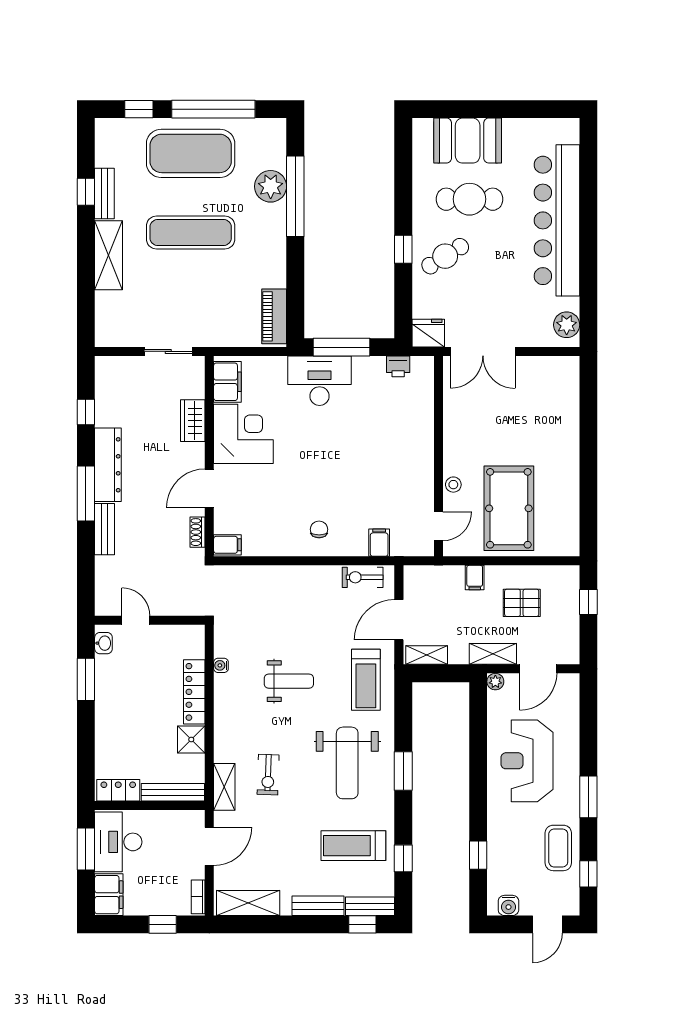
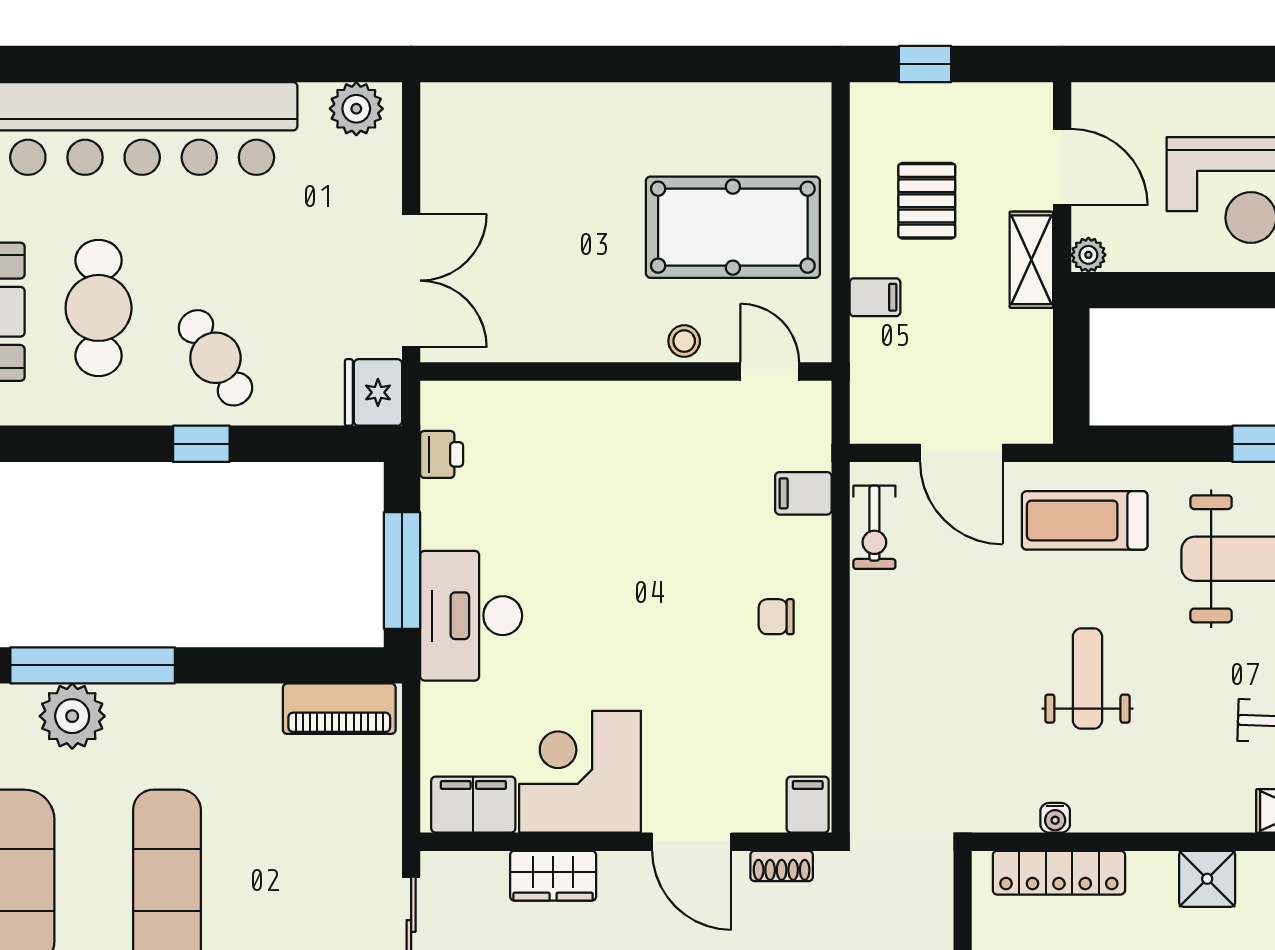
shelving: (427, 655) -> (1034, 396), removed
treadmill: (366, 680) -> (1085, 520), turned 180
locker: (194, 692) -> (1059, 873), moved

